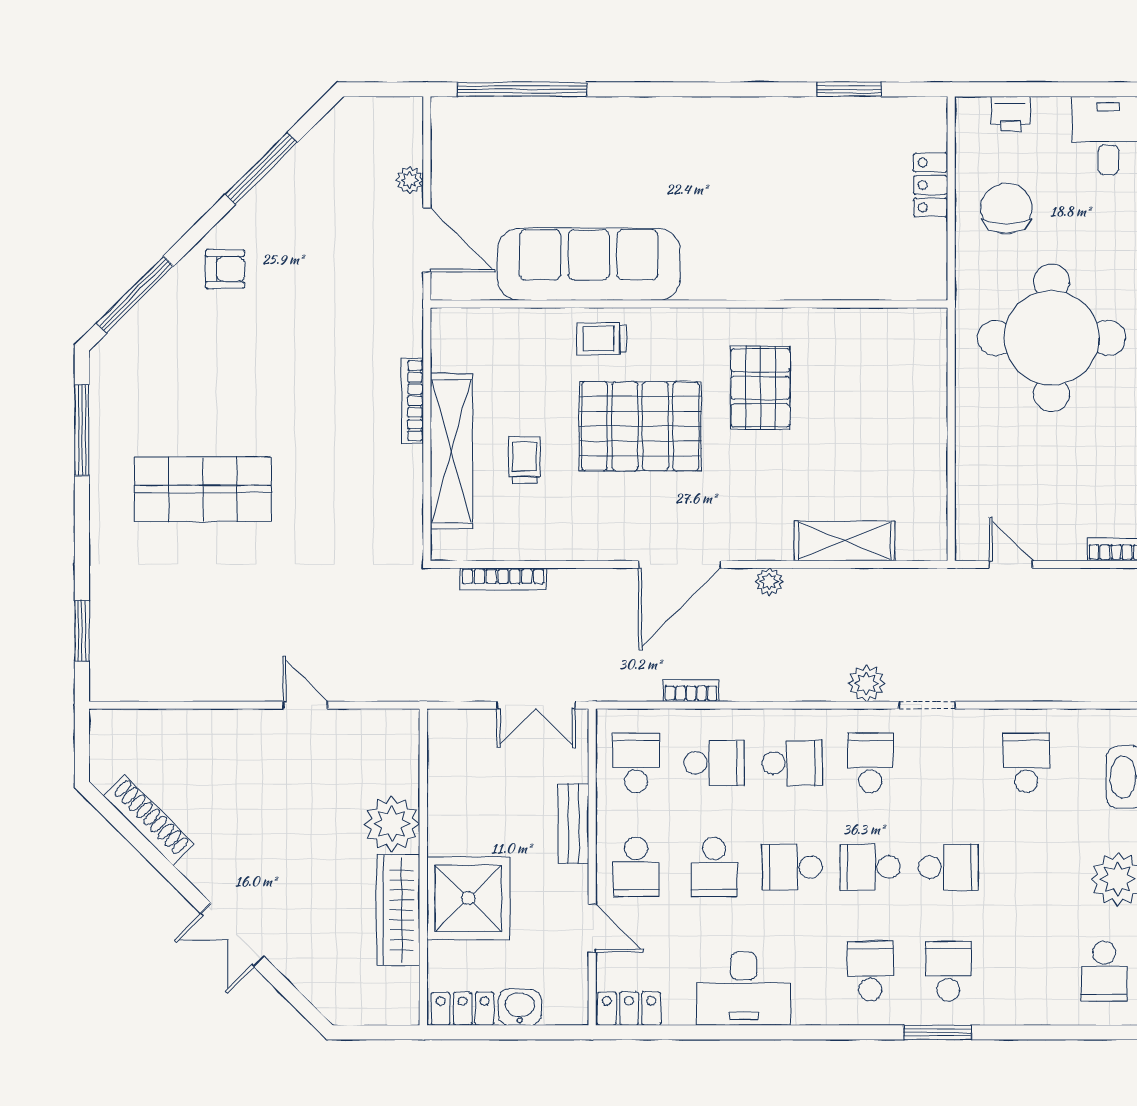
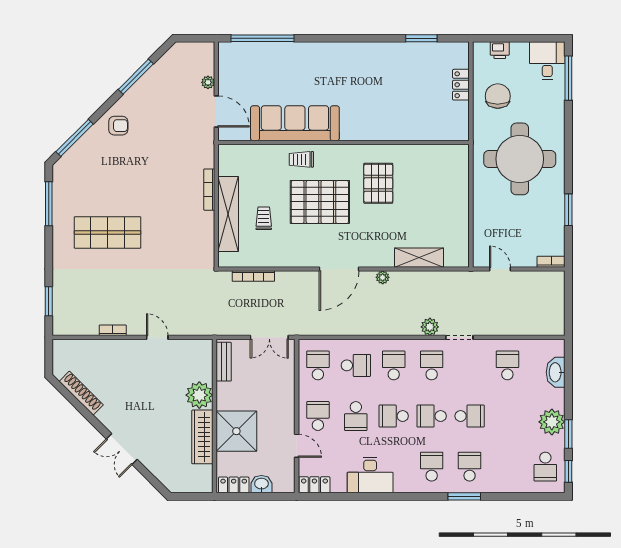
bookcase: (691, 691) -> (113, 330), moved
school desk: (792, 763) -> (394, 365), turned -90
bench: (573, 824) -> (224, 362), moved
school desk: (636, 867) -> (318, 416), turned 180

